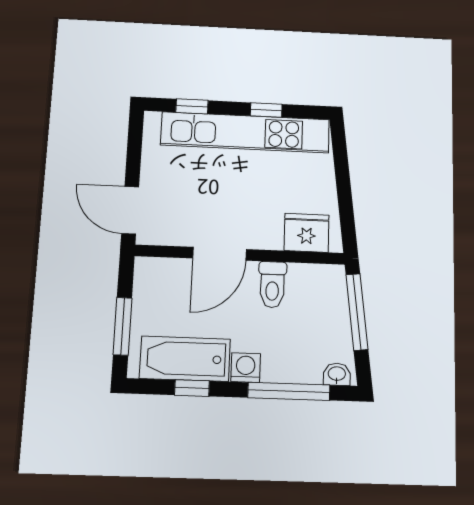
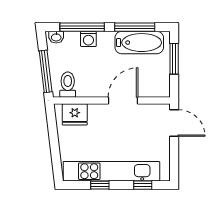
toilet: (272, 285) -> (68, 85), moved
washing machine: (246, 368) -> (88, 39), moved
window: (192, 388) -> (135, 27), width x2.17

